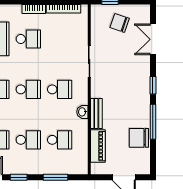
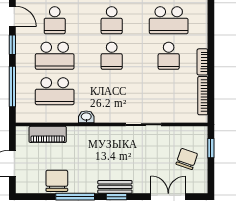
school desk: (60, 89) -> (112, 91), removed
bench: (96, 113) -> (115, 187), moved
school desk: (28, 140) -> (55, 56), width x1.85
school desk: (60, 140) -> (55, 91), width x1.85
window: (56, 177) -> (12, 87), width x1.44

